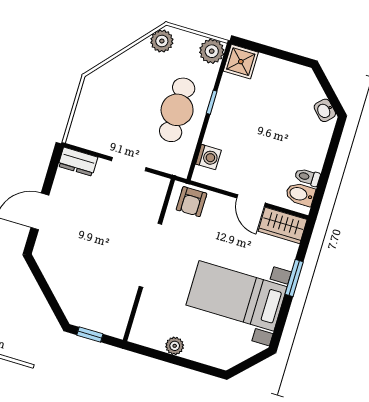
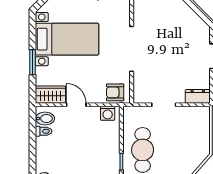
washing machine: (208, 157) -> (108, 113), moved, turned -90
armchair: (191, 202) -> (115, 92), turned -90

